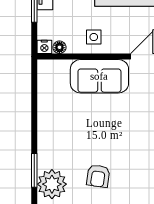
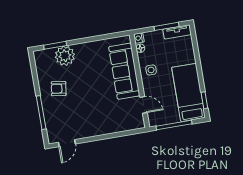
sofa: (99, 76) -> (124, 71), width x1.36
plant: (52, 184) -> (65, 56), moved

